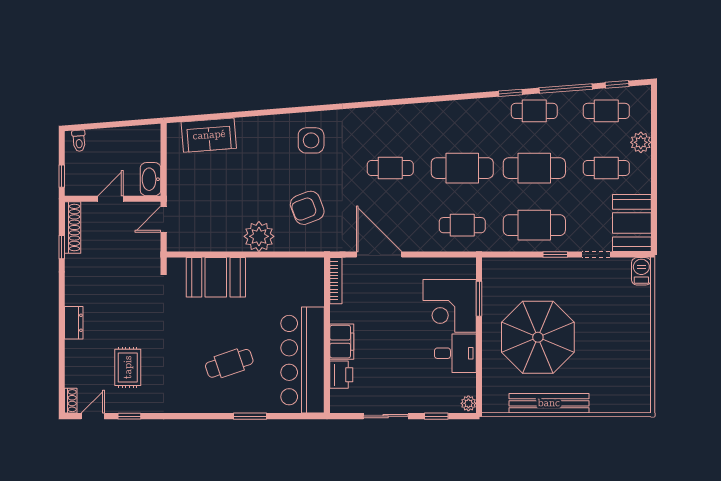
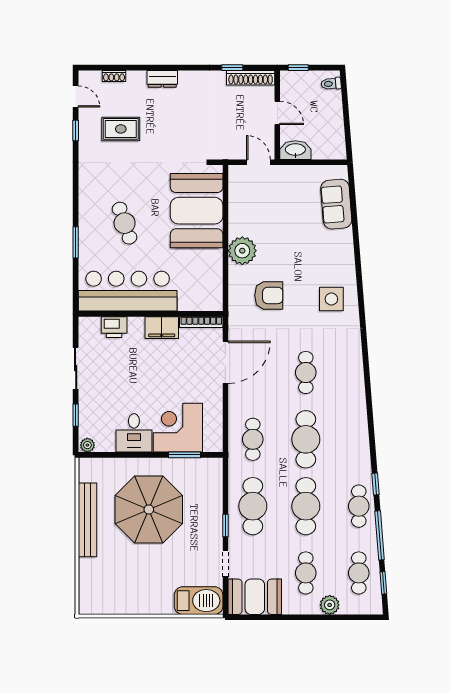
armchair: (307, 208) -> (269, 295), turned 111
barbecue: (641, 271) -> (199, 601), width x1.88, depth x1.53
booth: (216, 277) -> (197, 211), width x1.36, depth x1.42
filing cabinet: (342, 342) -> (162, 328), moved
shoe rack: (71, 401) -> (114, 76), moved

